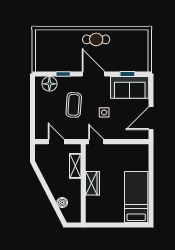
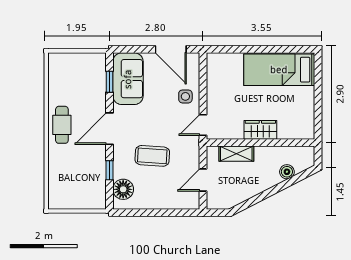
side table: (104, 112) -> (185, 96), moved

